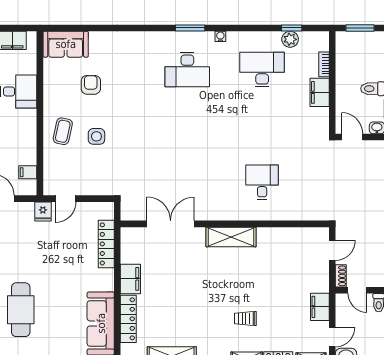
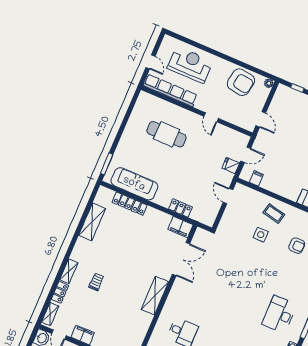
fridge: (43, 211) -> (231, 166), moved
locker: (106, 244) -> (180, 208), width x0.66
filing cabinet: (130, 279) -> (180, 227), moved

